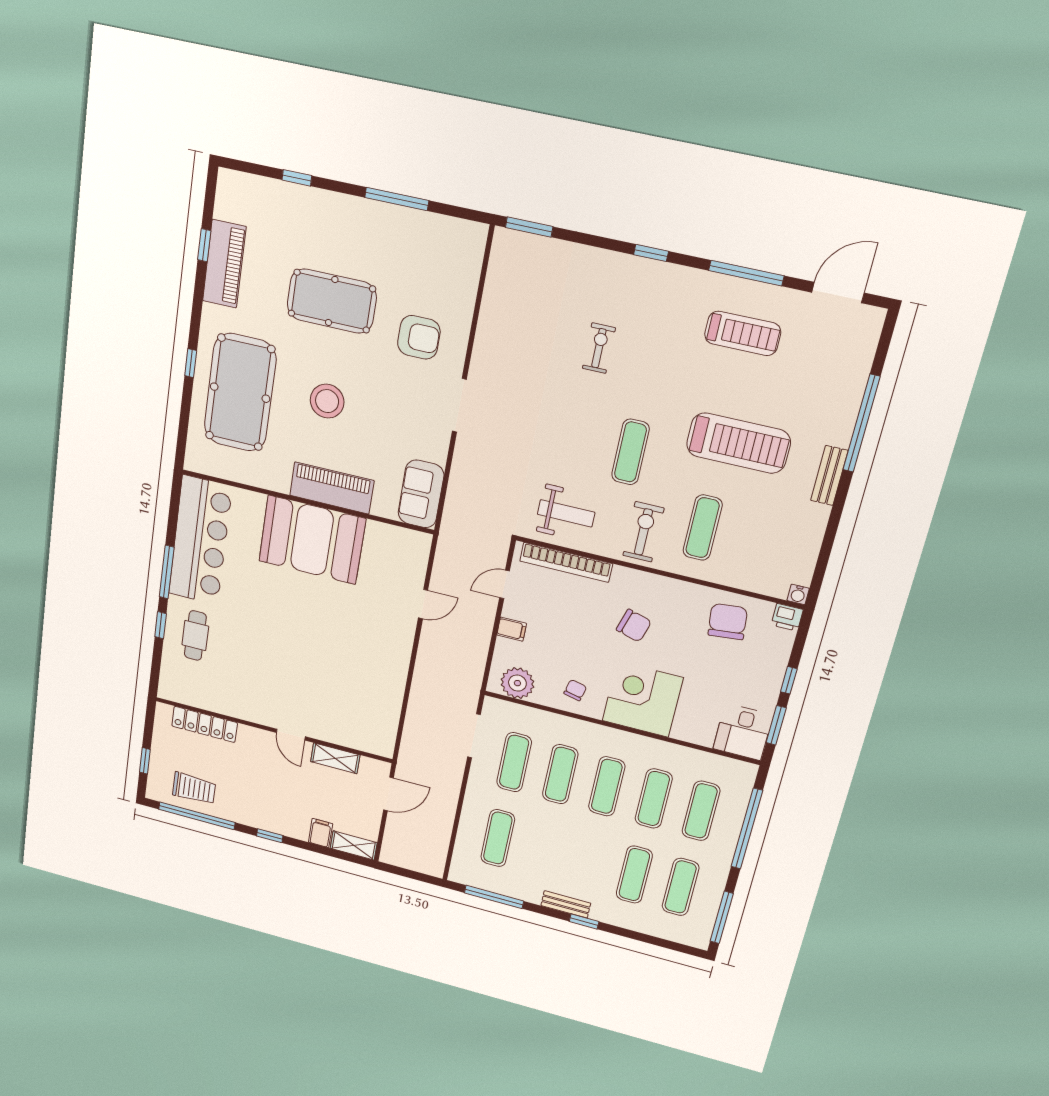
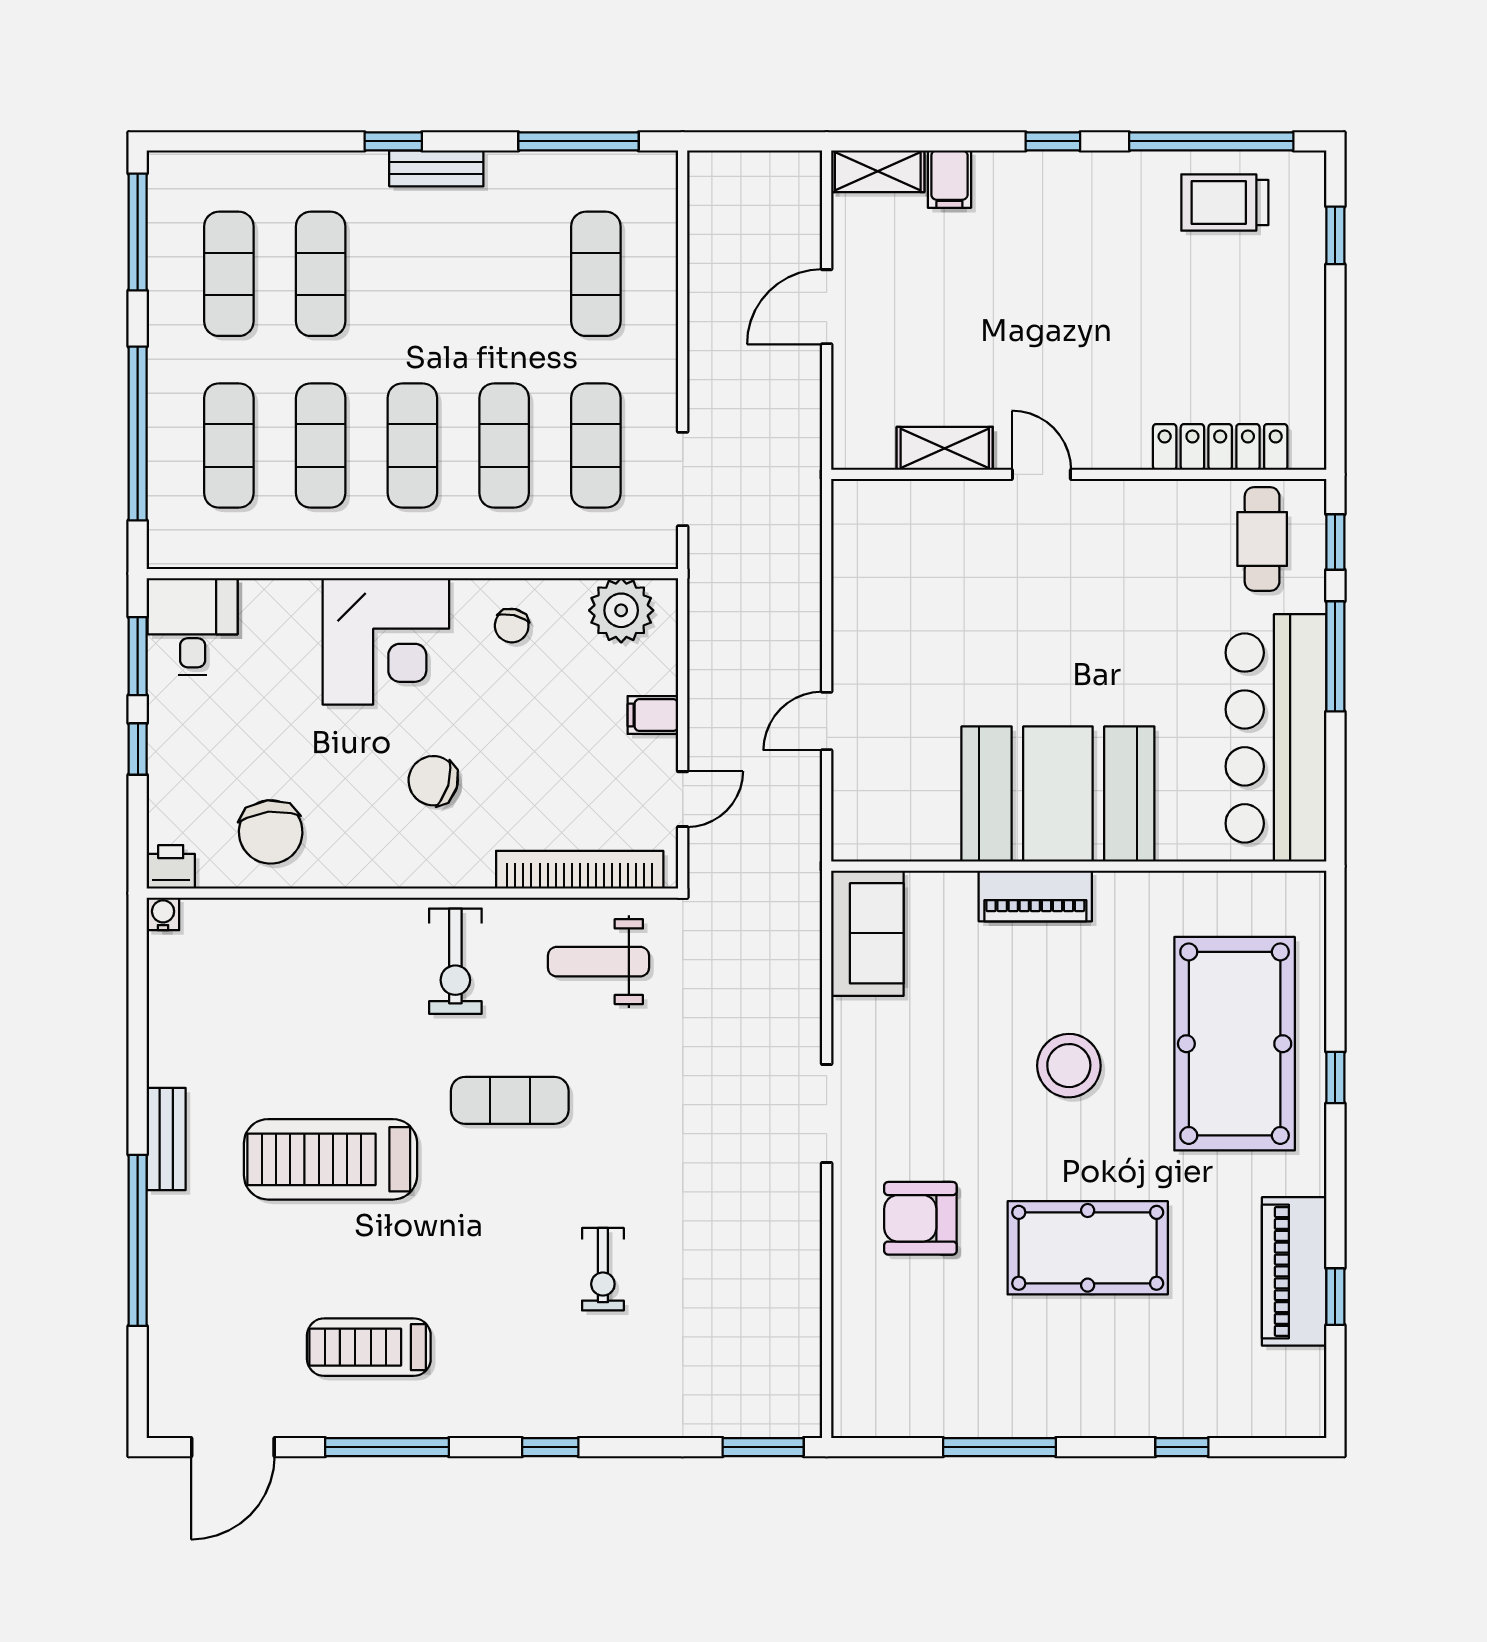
exercise mat: (630, 452) -> (510, 1100), turned 90
piano: (332, 488) -> (1035, 896), width x0.73, depth x0.75
exercise mat: (703, 528) -> (355, 994), removed
locker: (204, 724) -> (1220, 447), moved
wall: (273, 730) -> (1079, 474), moved
door: (291, 735) -> (1041, 474), moved
shelving: (335, 758) -> (945, 448), moved

